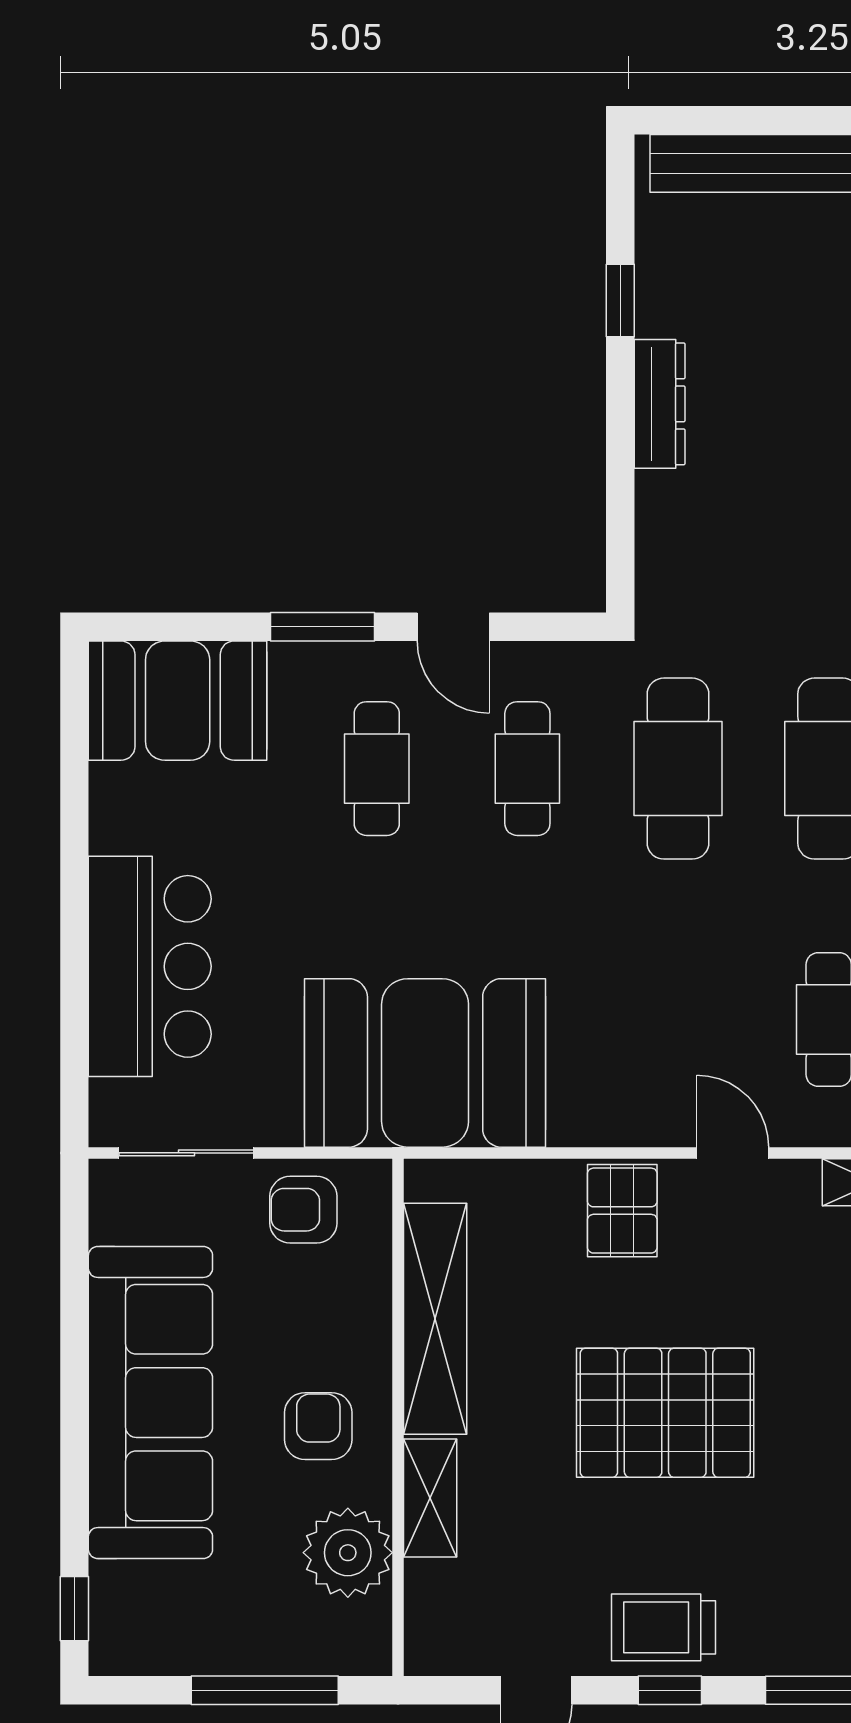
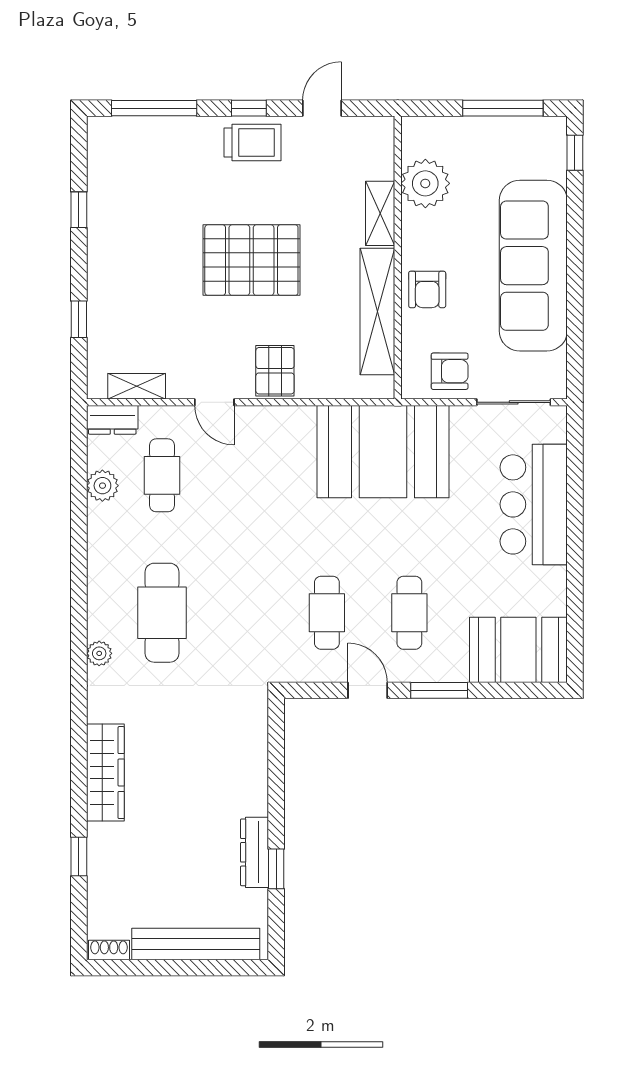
dresser: (660, 404) -> (255, 852), moved
cafe table: (678, 769) -> (244, 613), removed
armchair: (318, 1426) -> (427, 289), moved
window: (265, 1690) -> (503, 108), moved

